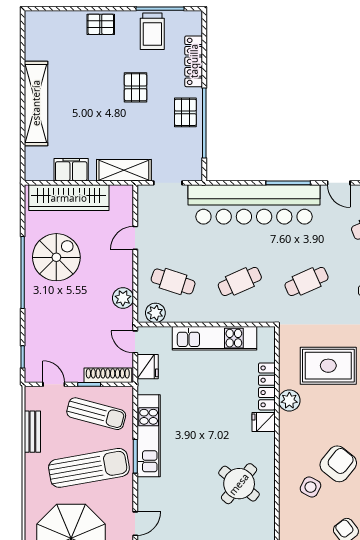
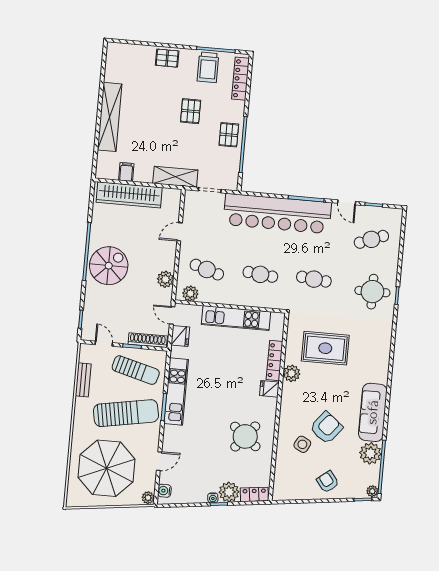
locker: (194, 61) -> (241, 79), moved
filing cabinet: (71, 170) -> (126, 172), width x0.50
spiral stairs: (56, 257) -> (109, 266), moved
cafe table: (240, 281) -> (260, 274), turned 30
cafe table: (307, 281) -> (314, 279), turned 30

